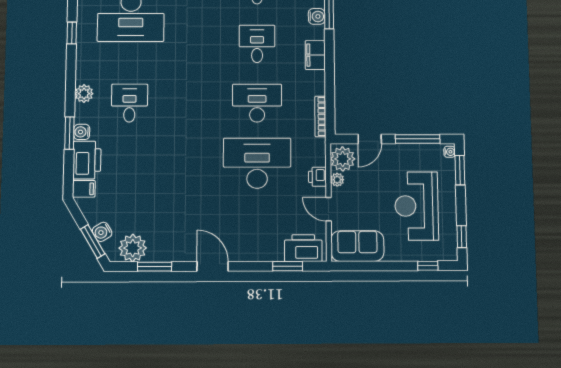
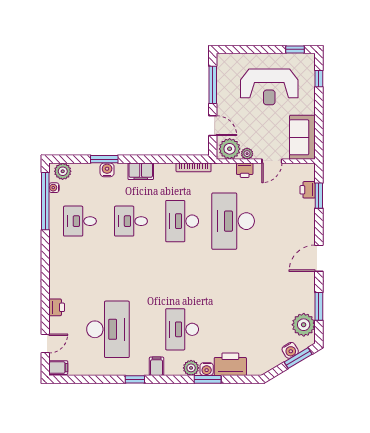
window: (72, 33) -> (135, 379), moved
plant: (84, 94) -> (191, 368), moved
desk: (129, 103) -> (182, 329), width x1.37
water cooler: (450, 152) -> (224, 58), removed
window: (460, 170) -> (239, 49), removed
filing cabinet: (84, 189) -> (157, 366), moved
printer: (303, 248) -> (308, 190), width x0.53, depth x0.68

